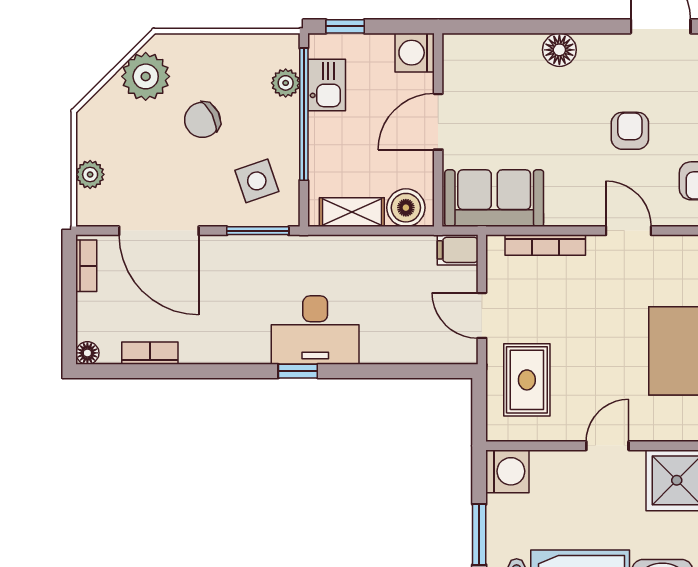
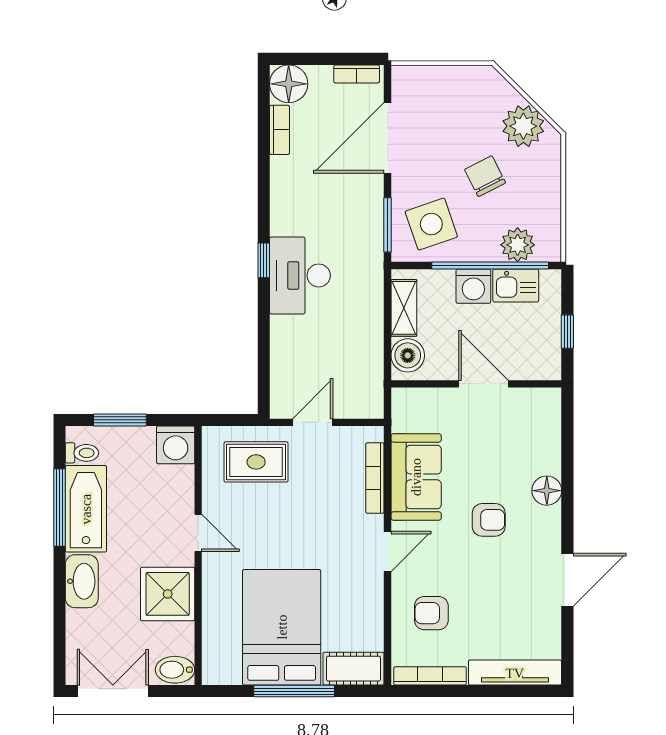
window: (345, 26) -> (567, 332), moved
washing machine: (415, 53) -> (473, 286), moved, turned 180
plant: (286, 83) -> (518, 245), width x1.38, depth x1.38
armchair: (630, 131) -> (489, 520), moved
plant: (90, 174) -> (437, 77), removed
side table: (257, 181) -> (431, 224), width x1.37, depth x1.37
sofa: (494, 198) -> (416, 477), moved
filing cabinet: (458, 250) -> (371, 401), removed
floor lamp: (87, 353) -> (289, 84), width x1.89, depth x1.89

